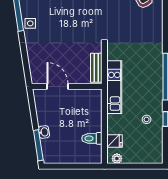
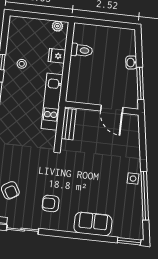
fridge: (114, 141) -> (57, 56), moved
window: (38, 145) -> (140, 83), moved

